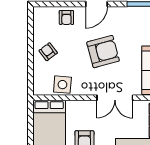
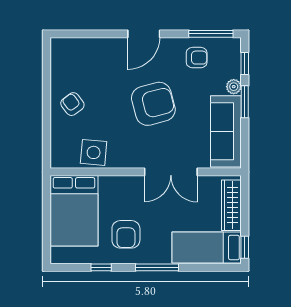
armchair: (66, 17) -> (197, 58), moved, turned -90

